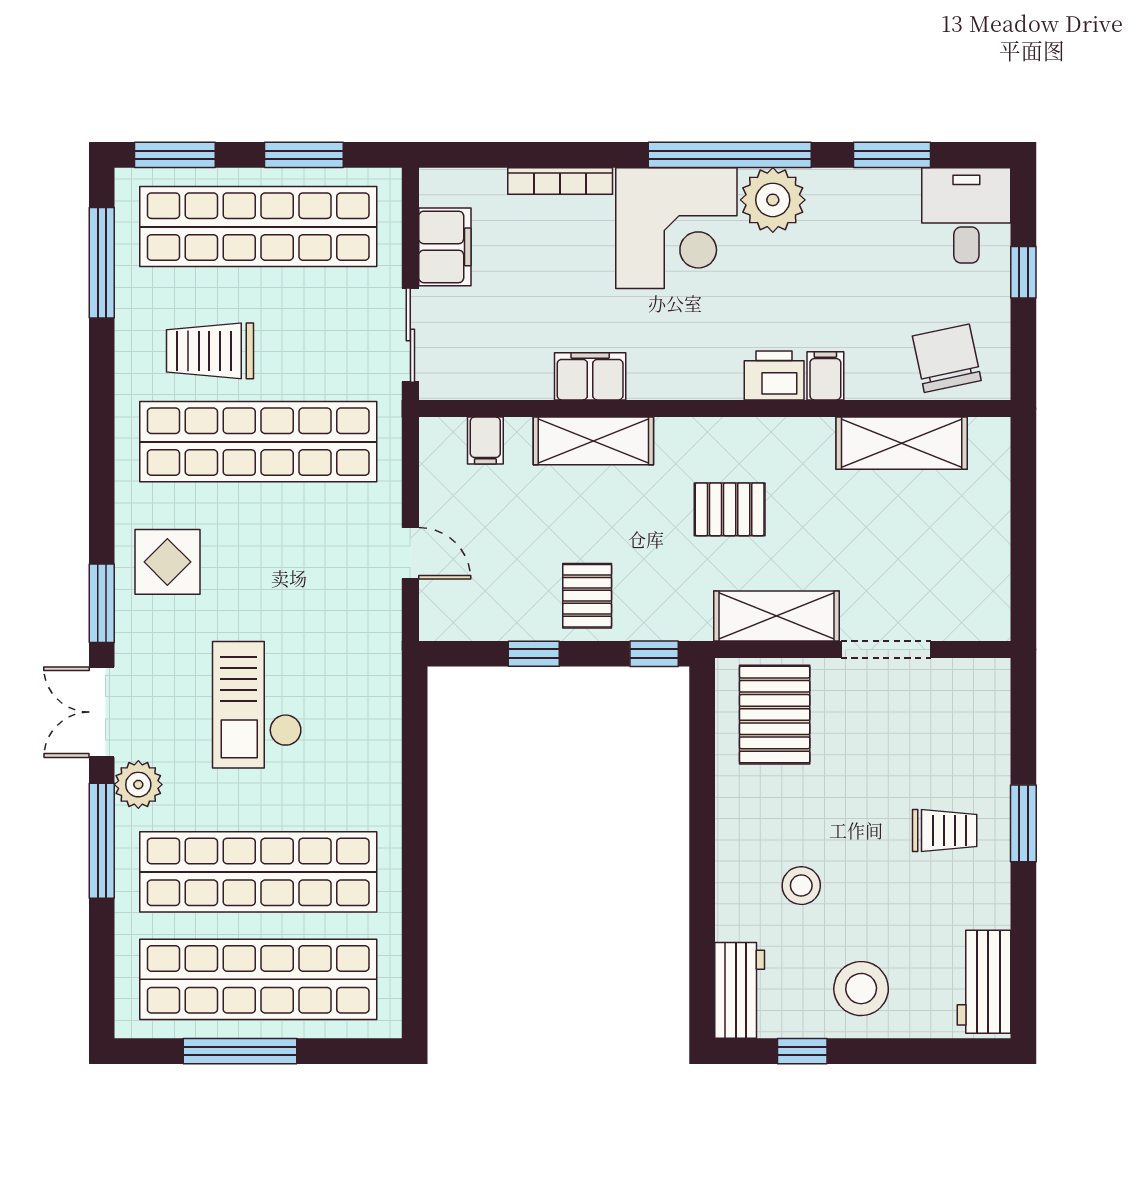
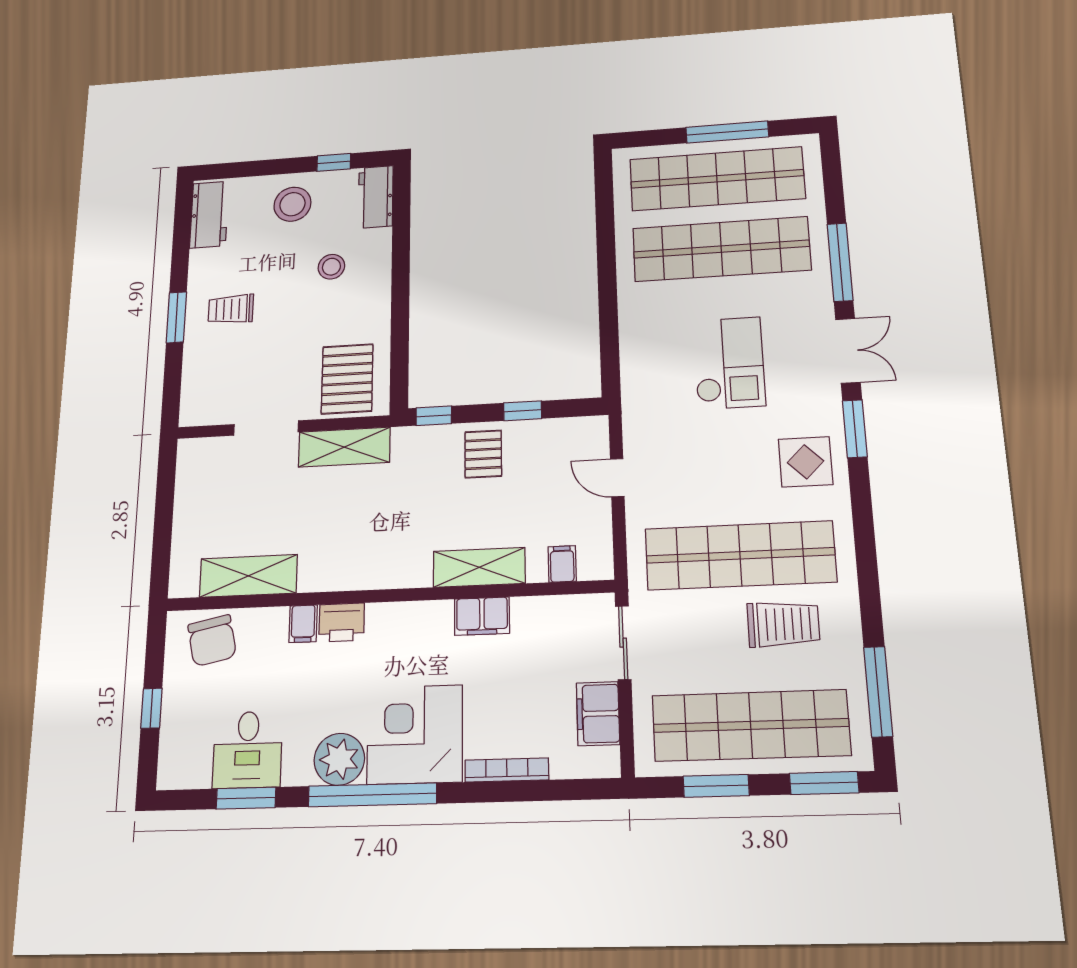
desk: (966, 215) -> (248, 750), moved
pallet: (730, 509) -> (377, 522), removed
plant: (138, 785) -> (815, 302), removed

